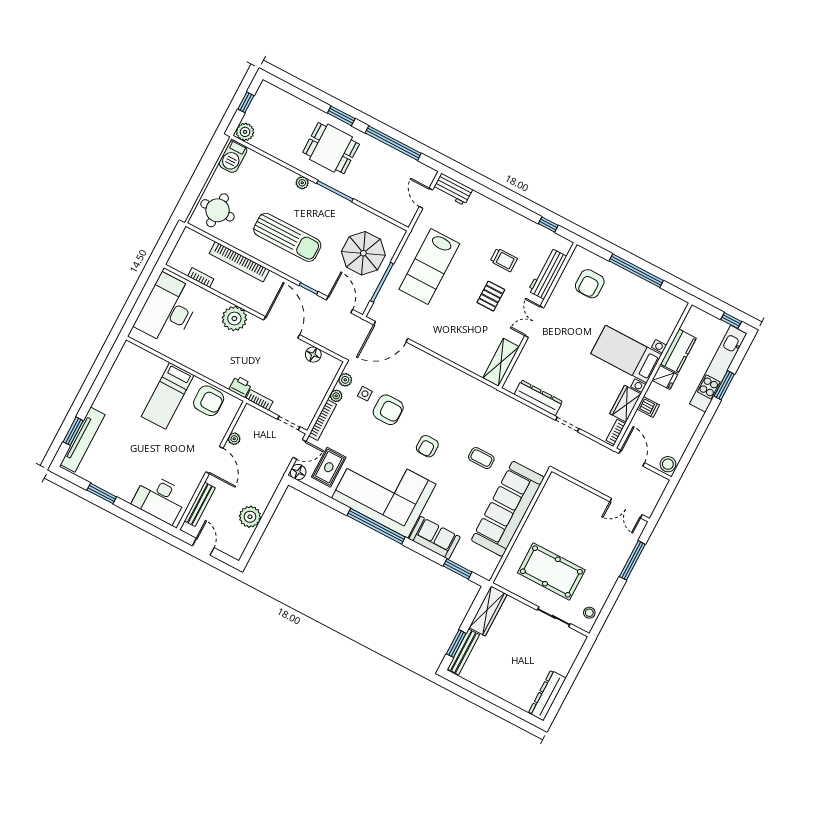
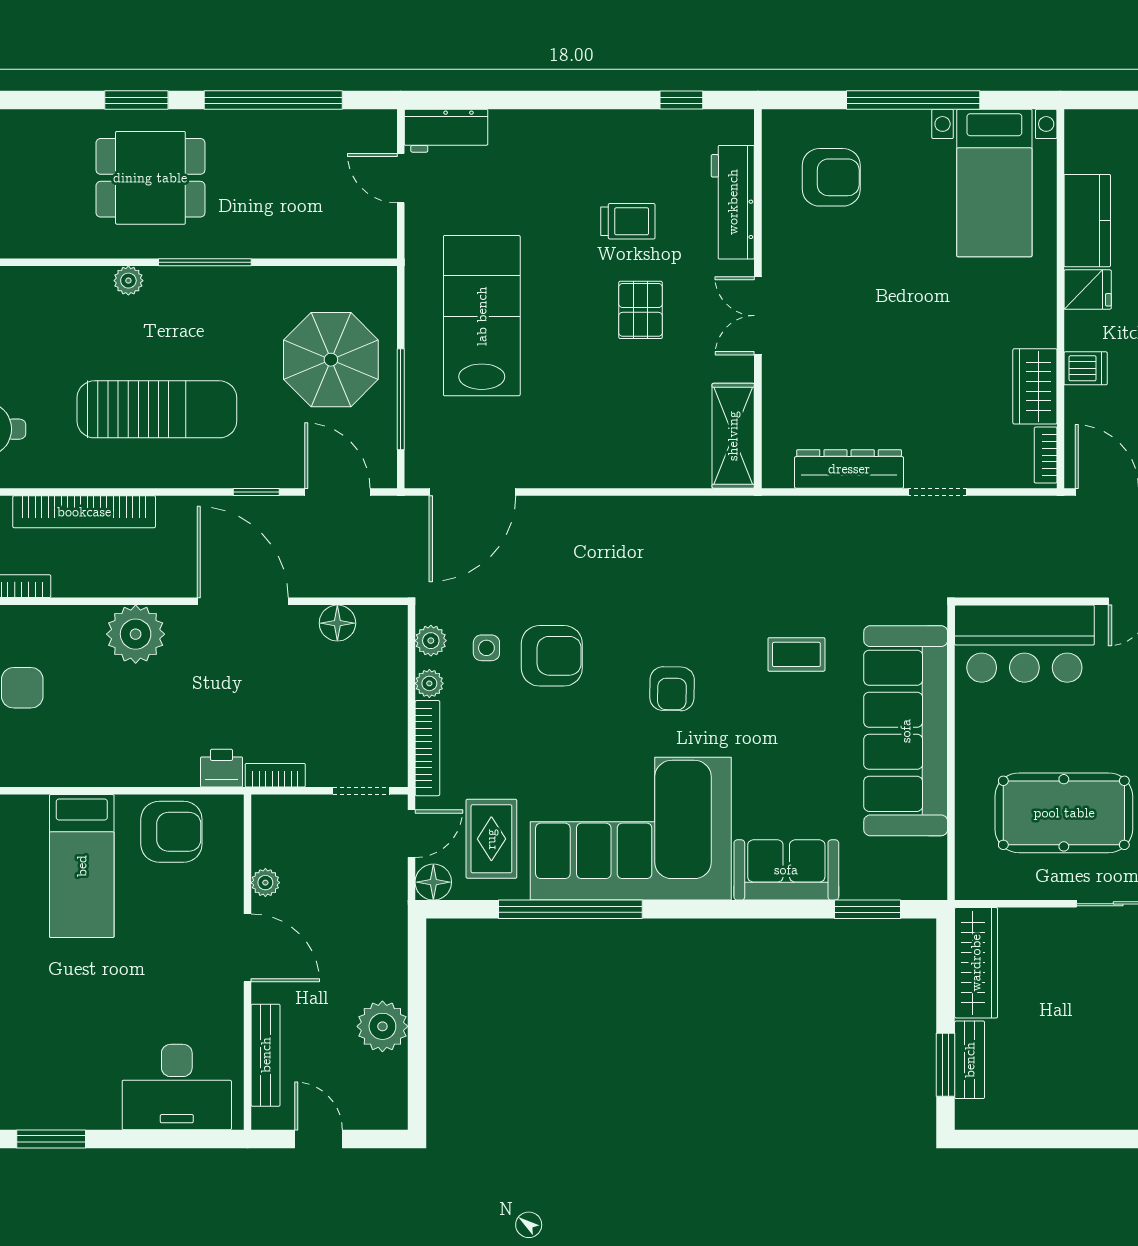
lab bench: (429, 267) -> (482, 316), turned 180
armchair: (590, 284) -> (831, 177), turned -90
bed with nightstands: (626, 354) -> (994, 183), moved, turned -90
bar counter: (570, 499) -> (1024, 644), added
window: (376, 526) -> (570, 909), moved
bench: (463, 652) -> (970, 1060), width x0.73

